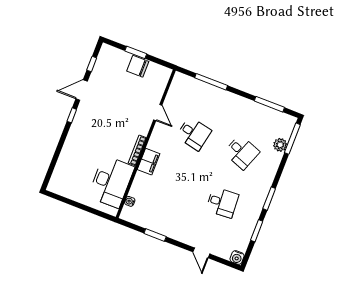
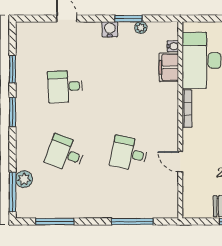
filing cabinet: (149, 162) -> (169, 67), moved
plant: (148, 225) -> (141, 28), added
water cooler: (237, 257) -> (110, 29), moved

